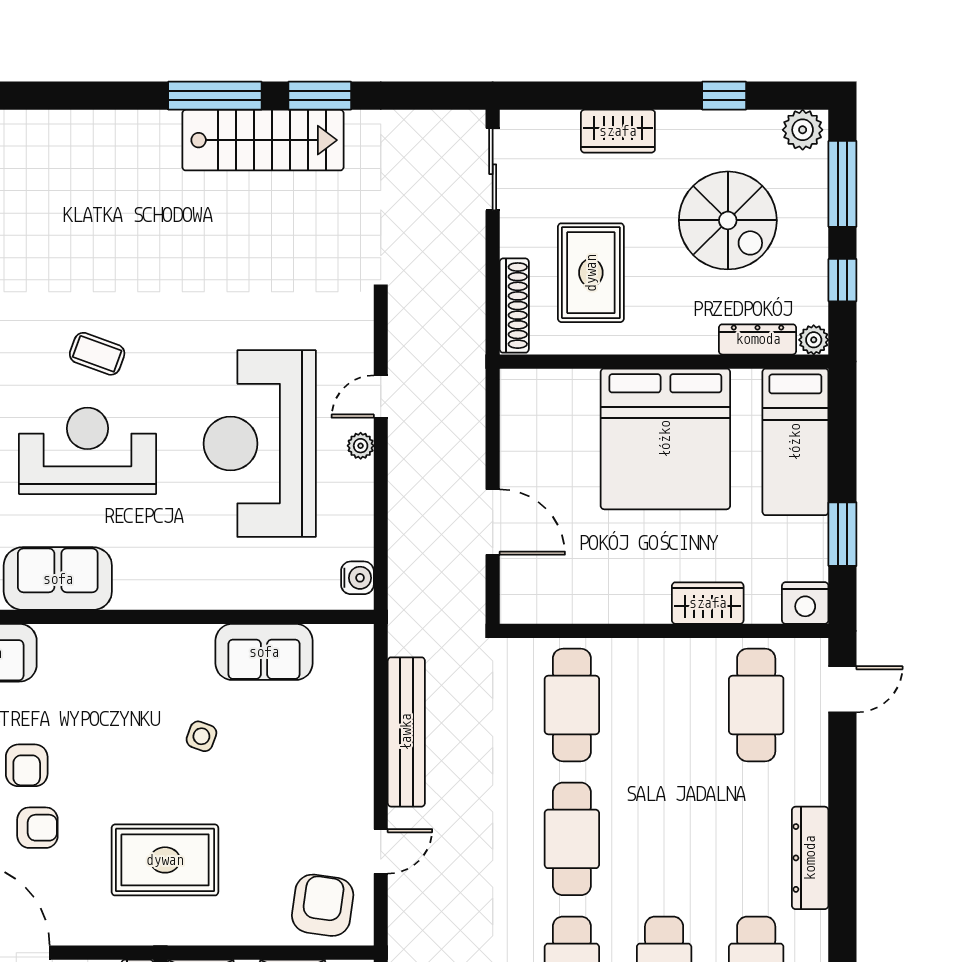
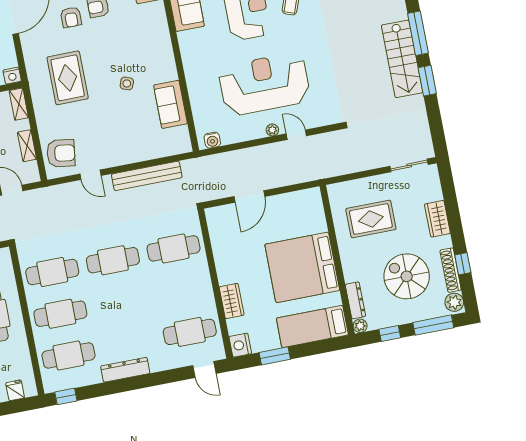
spiral stairs: (728, 220) -> (407, 276), turned 90
shoe rack: (514, 306) -> (451, 270), moved, turned 90

